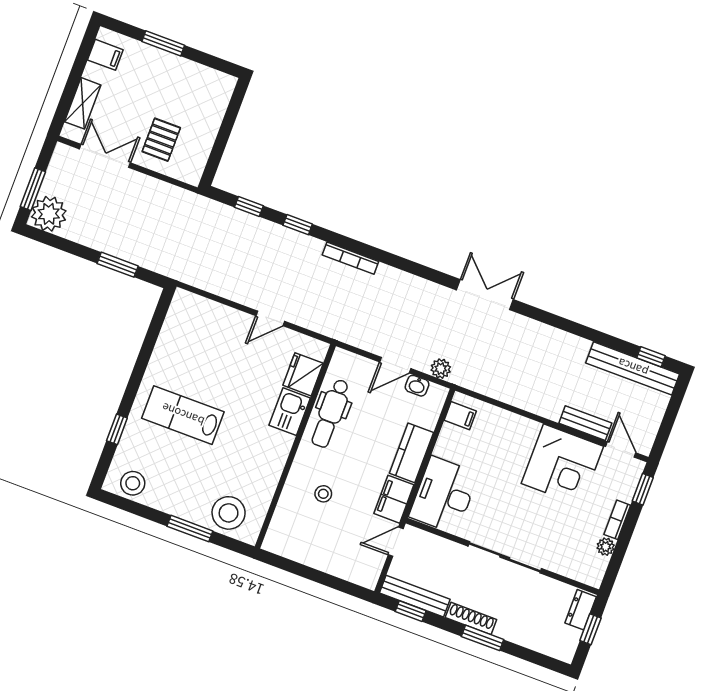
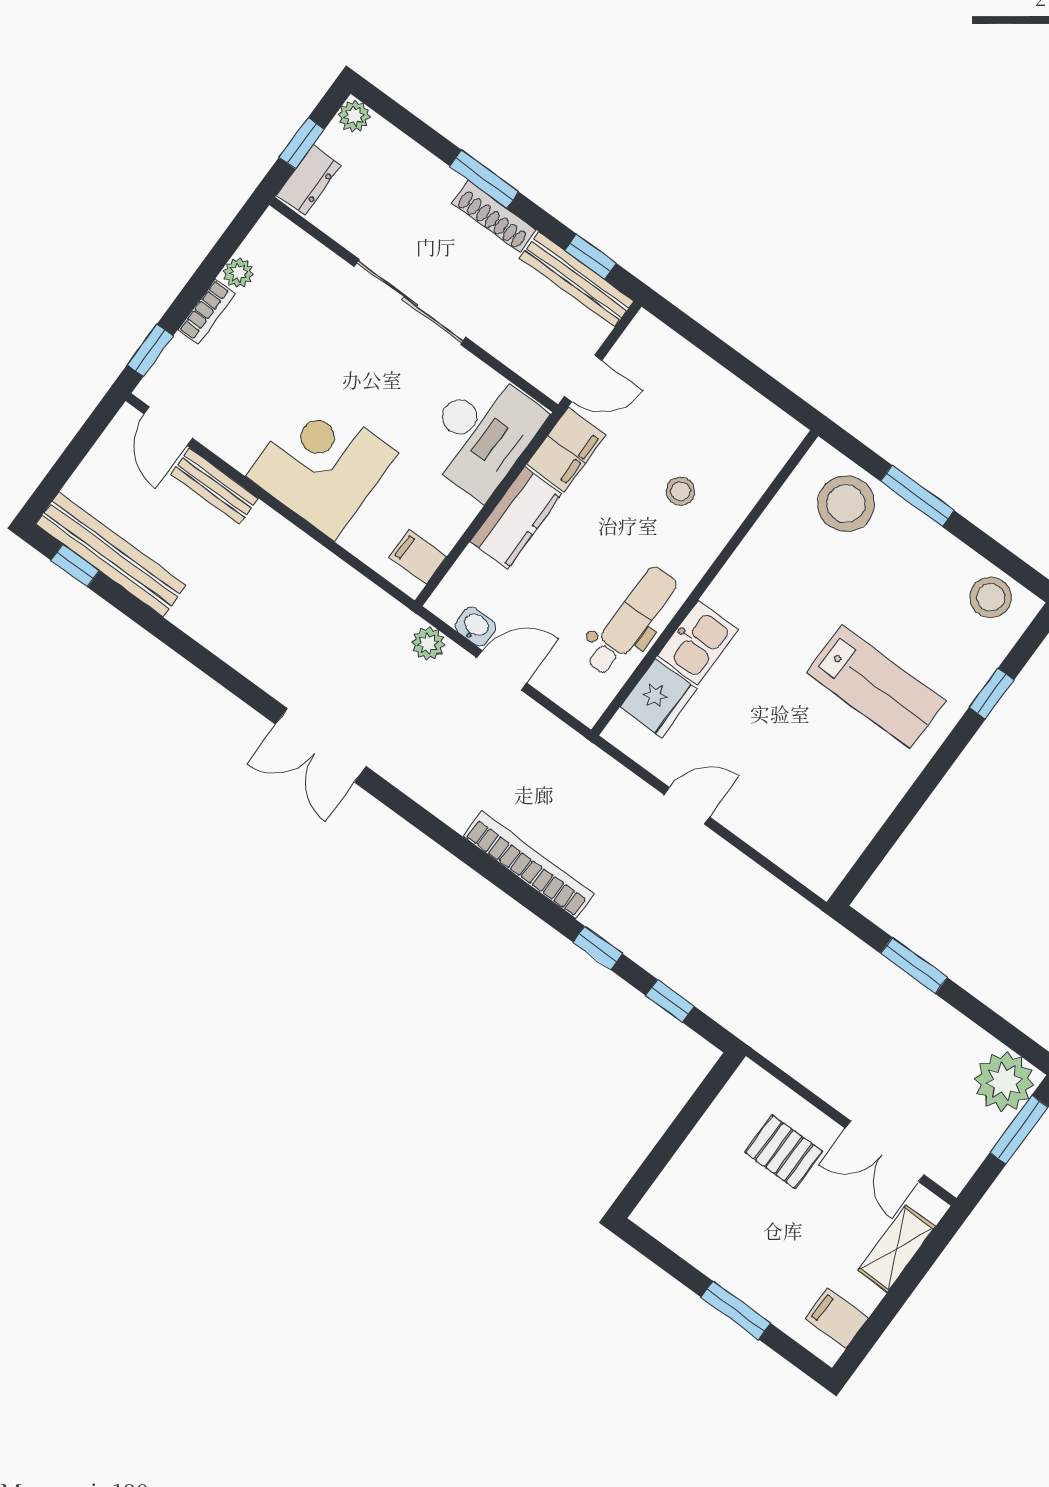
pallet: (161, 140) -> (784, 1152), turned 90
bookcase: (350, 258) -> (528, 865), width x1.48, depth x1.31
corner desk: (562, 465) -> (322, 465), moved
plant: (565, 653) -> (354, 116), added

